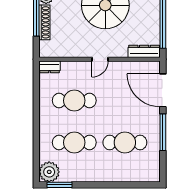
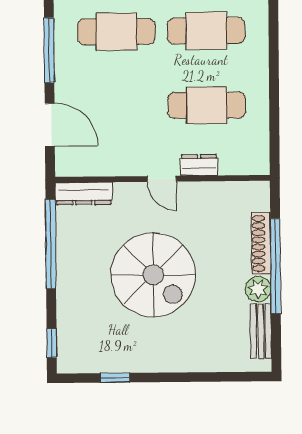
door: (100, 59) -> (162, 179), swing flipped
dresser: (50, 67) -> (199, 165), moved
door: (163, 90) -> (50, 125), width x0.73

